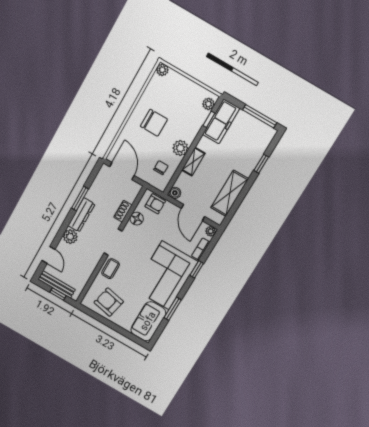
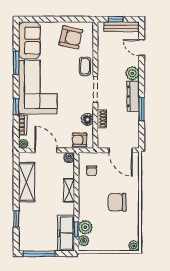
plant: (180, 148) -> (85, 227), moved

